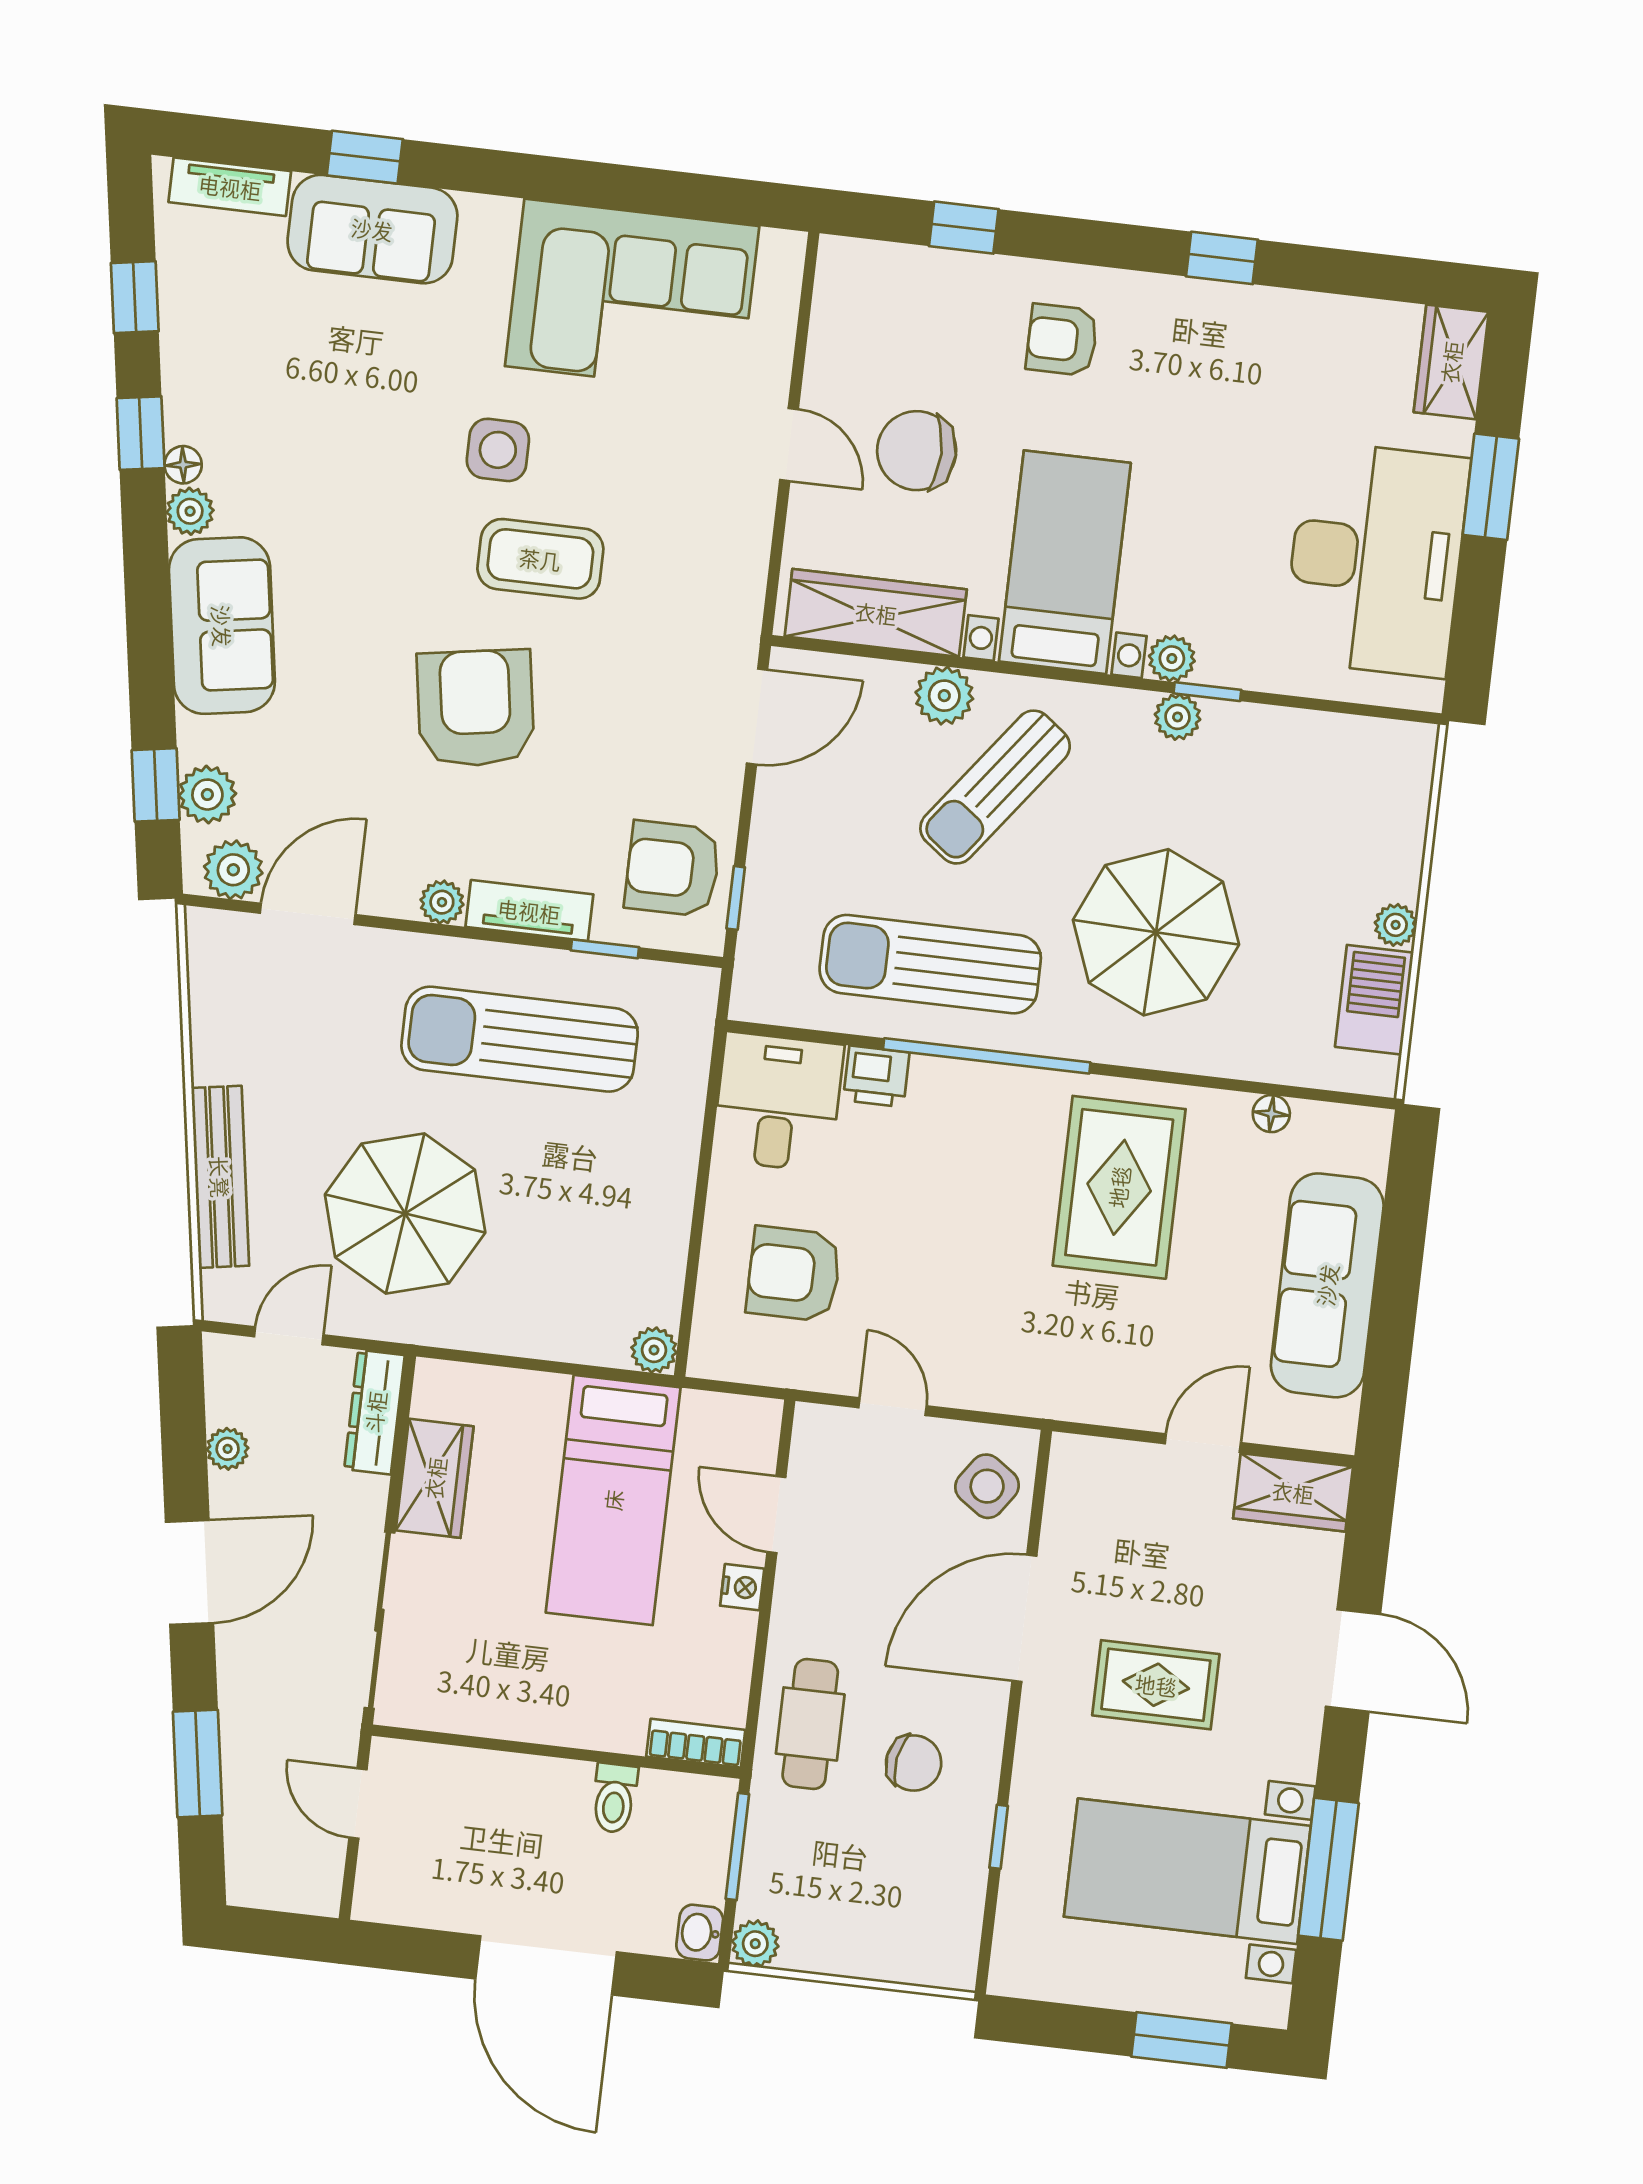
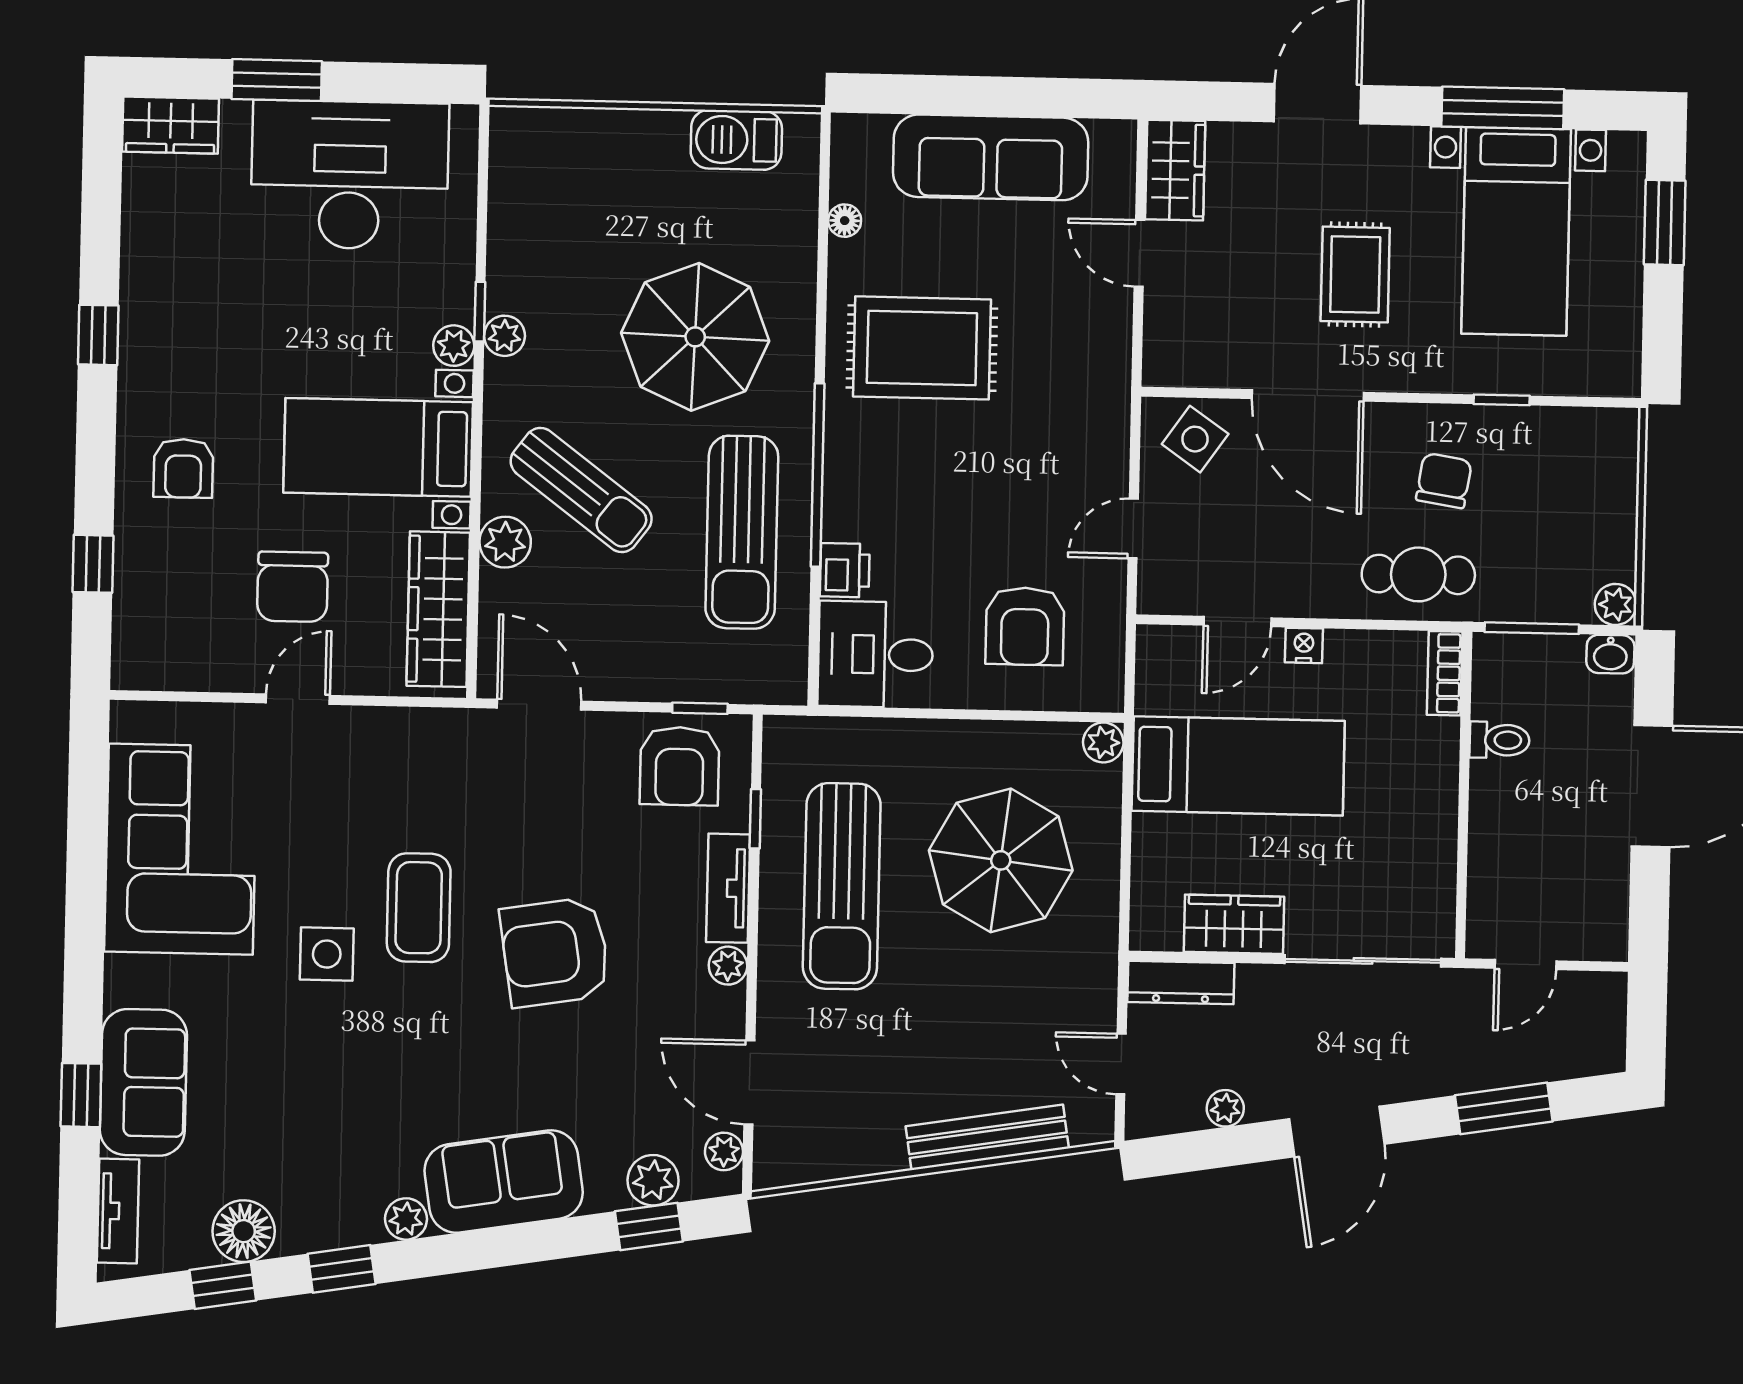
floor lamp: (183, 465) -> (244, 1231), moved, width x1.89, depth x1.89
plant: (233, 870) -> (724, 1151), width x0.73, depth x0.73
plant: (1396, 925) -> (669, 127), removed
parasol: (405, 1214) -> (1001, 860), moved
door: (189, 1572) -> (1337, 1132), swing flipped

